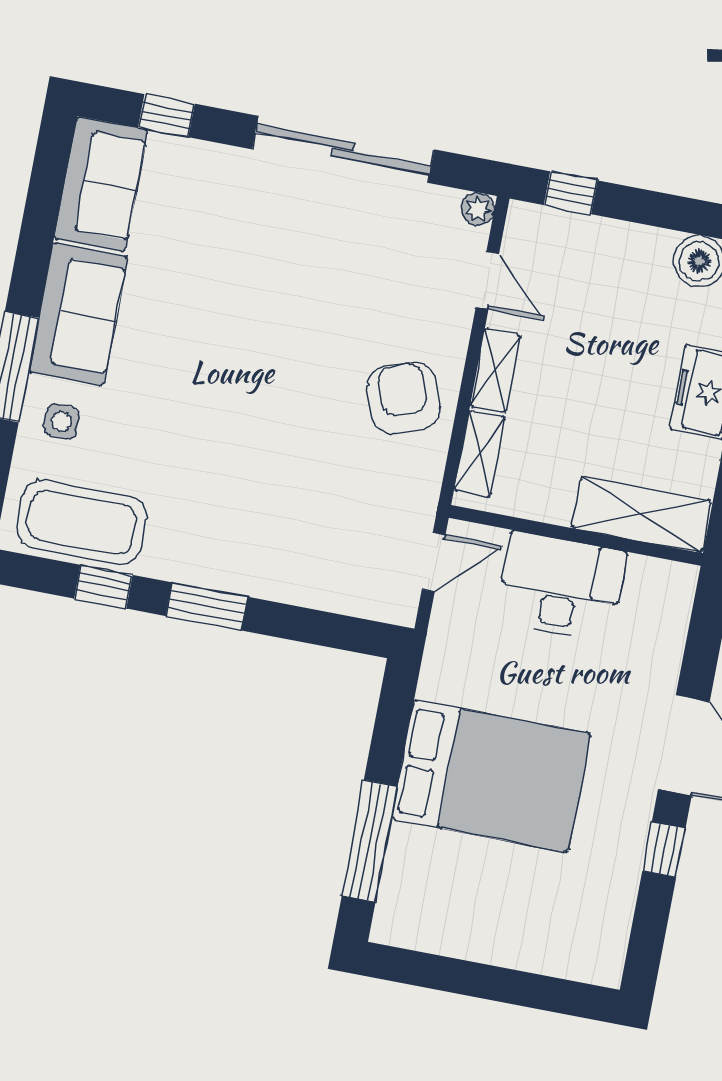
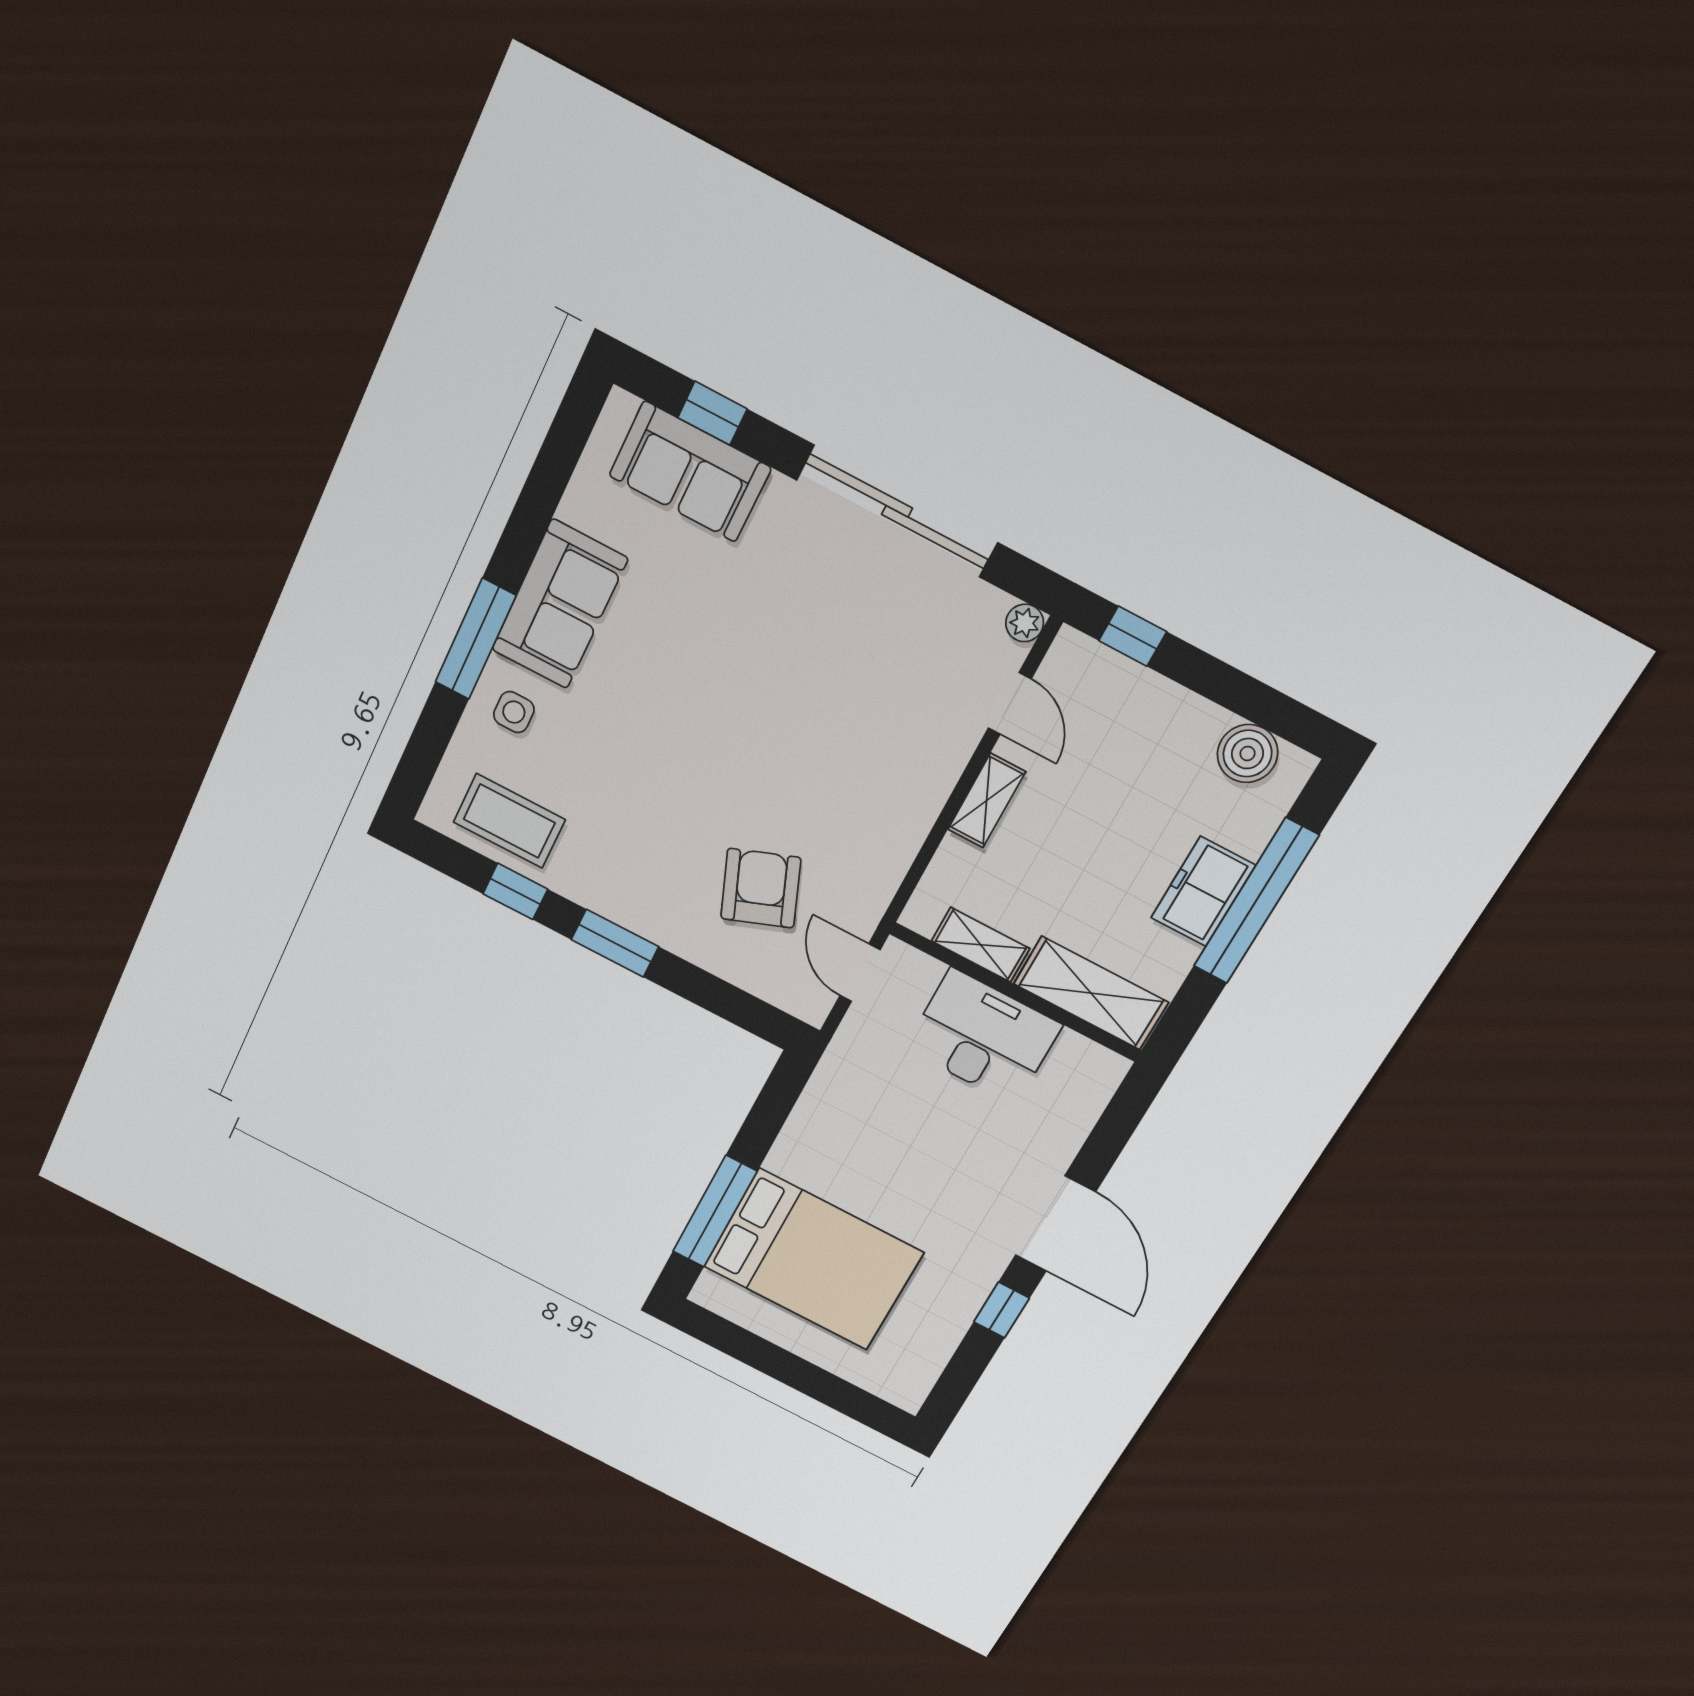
sofa: (101, 184) -> (690, 472), moved, turned 90
armchair: (404, 398) -> (761, 888), moved
shelving: (480, 454) -> (981, 945), moved, turned 90
coffee table: (82, 522) -> (509, 821), width x0.73, depth x0.76
door: (434, 562) -> (860, 973), swing flipped
bed: (491, 776) -> (813, 1260), moved

